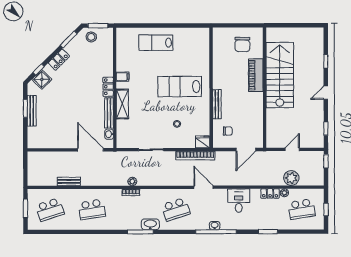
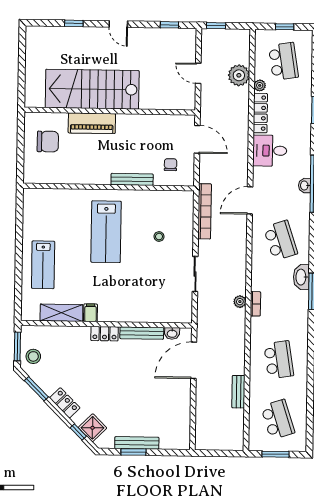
shelving: (122, 104) -> (61, 313), moved
fridge: (203, 142) -> (185, 201), removed
locker: (270, 194) -> (260, 113), width x1.53

